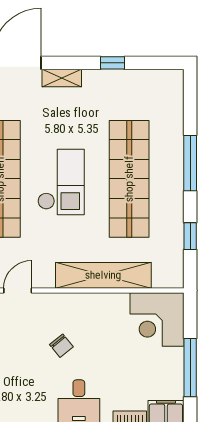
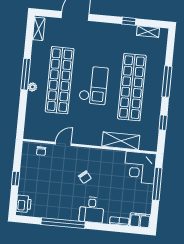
shelving: (62, 78) -> (148, 32), moved
shelving: (103, 275) -> (121, 141), width x0.68
window: (190, 368) -> (157, 184), moved

